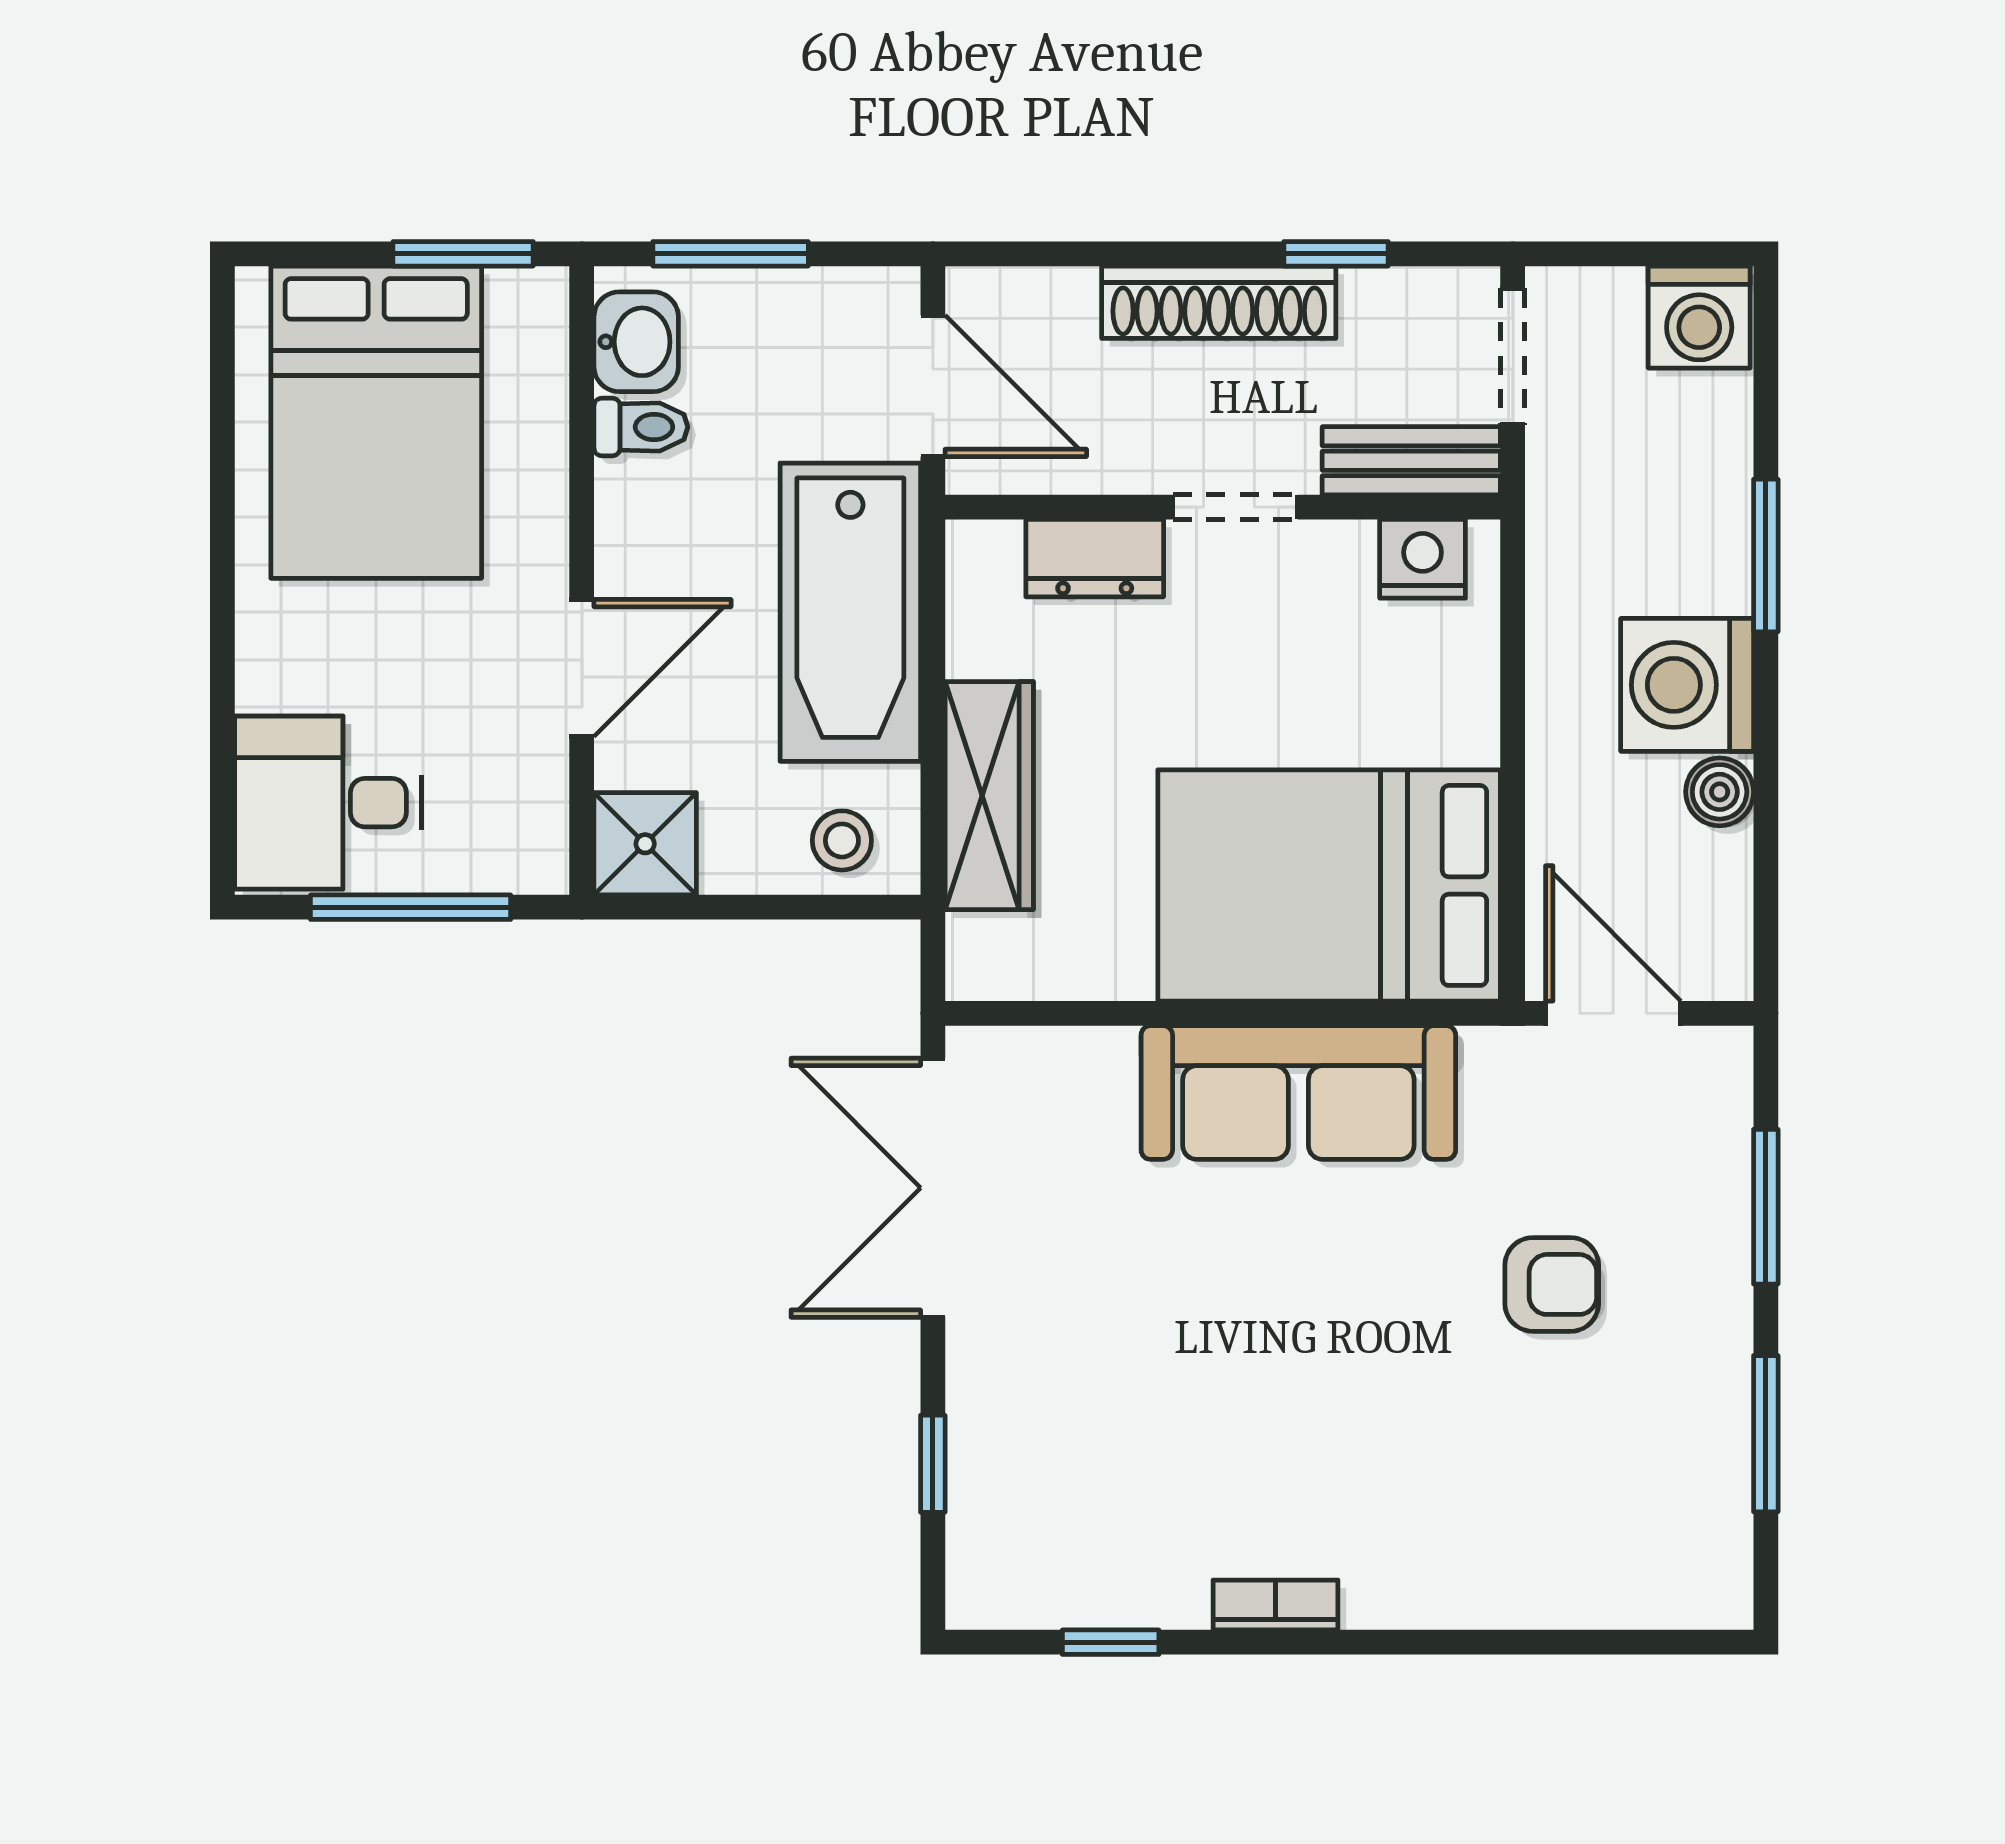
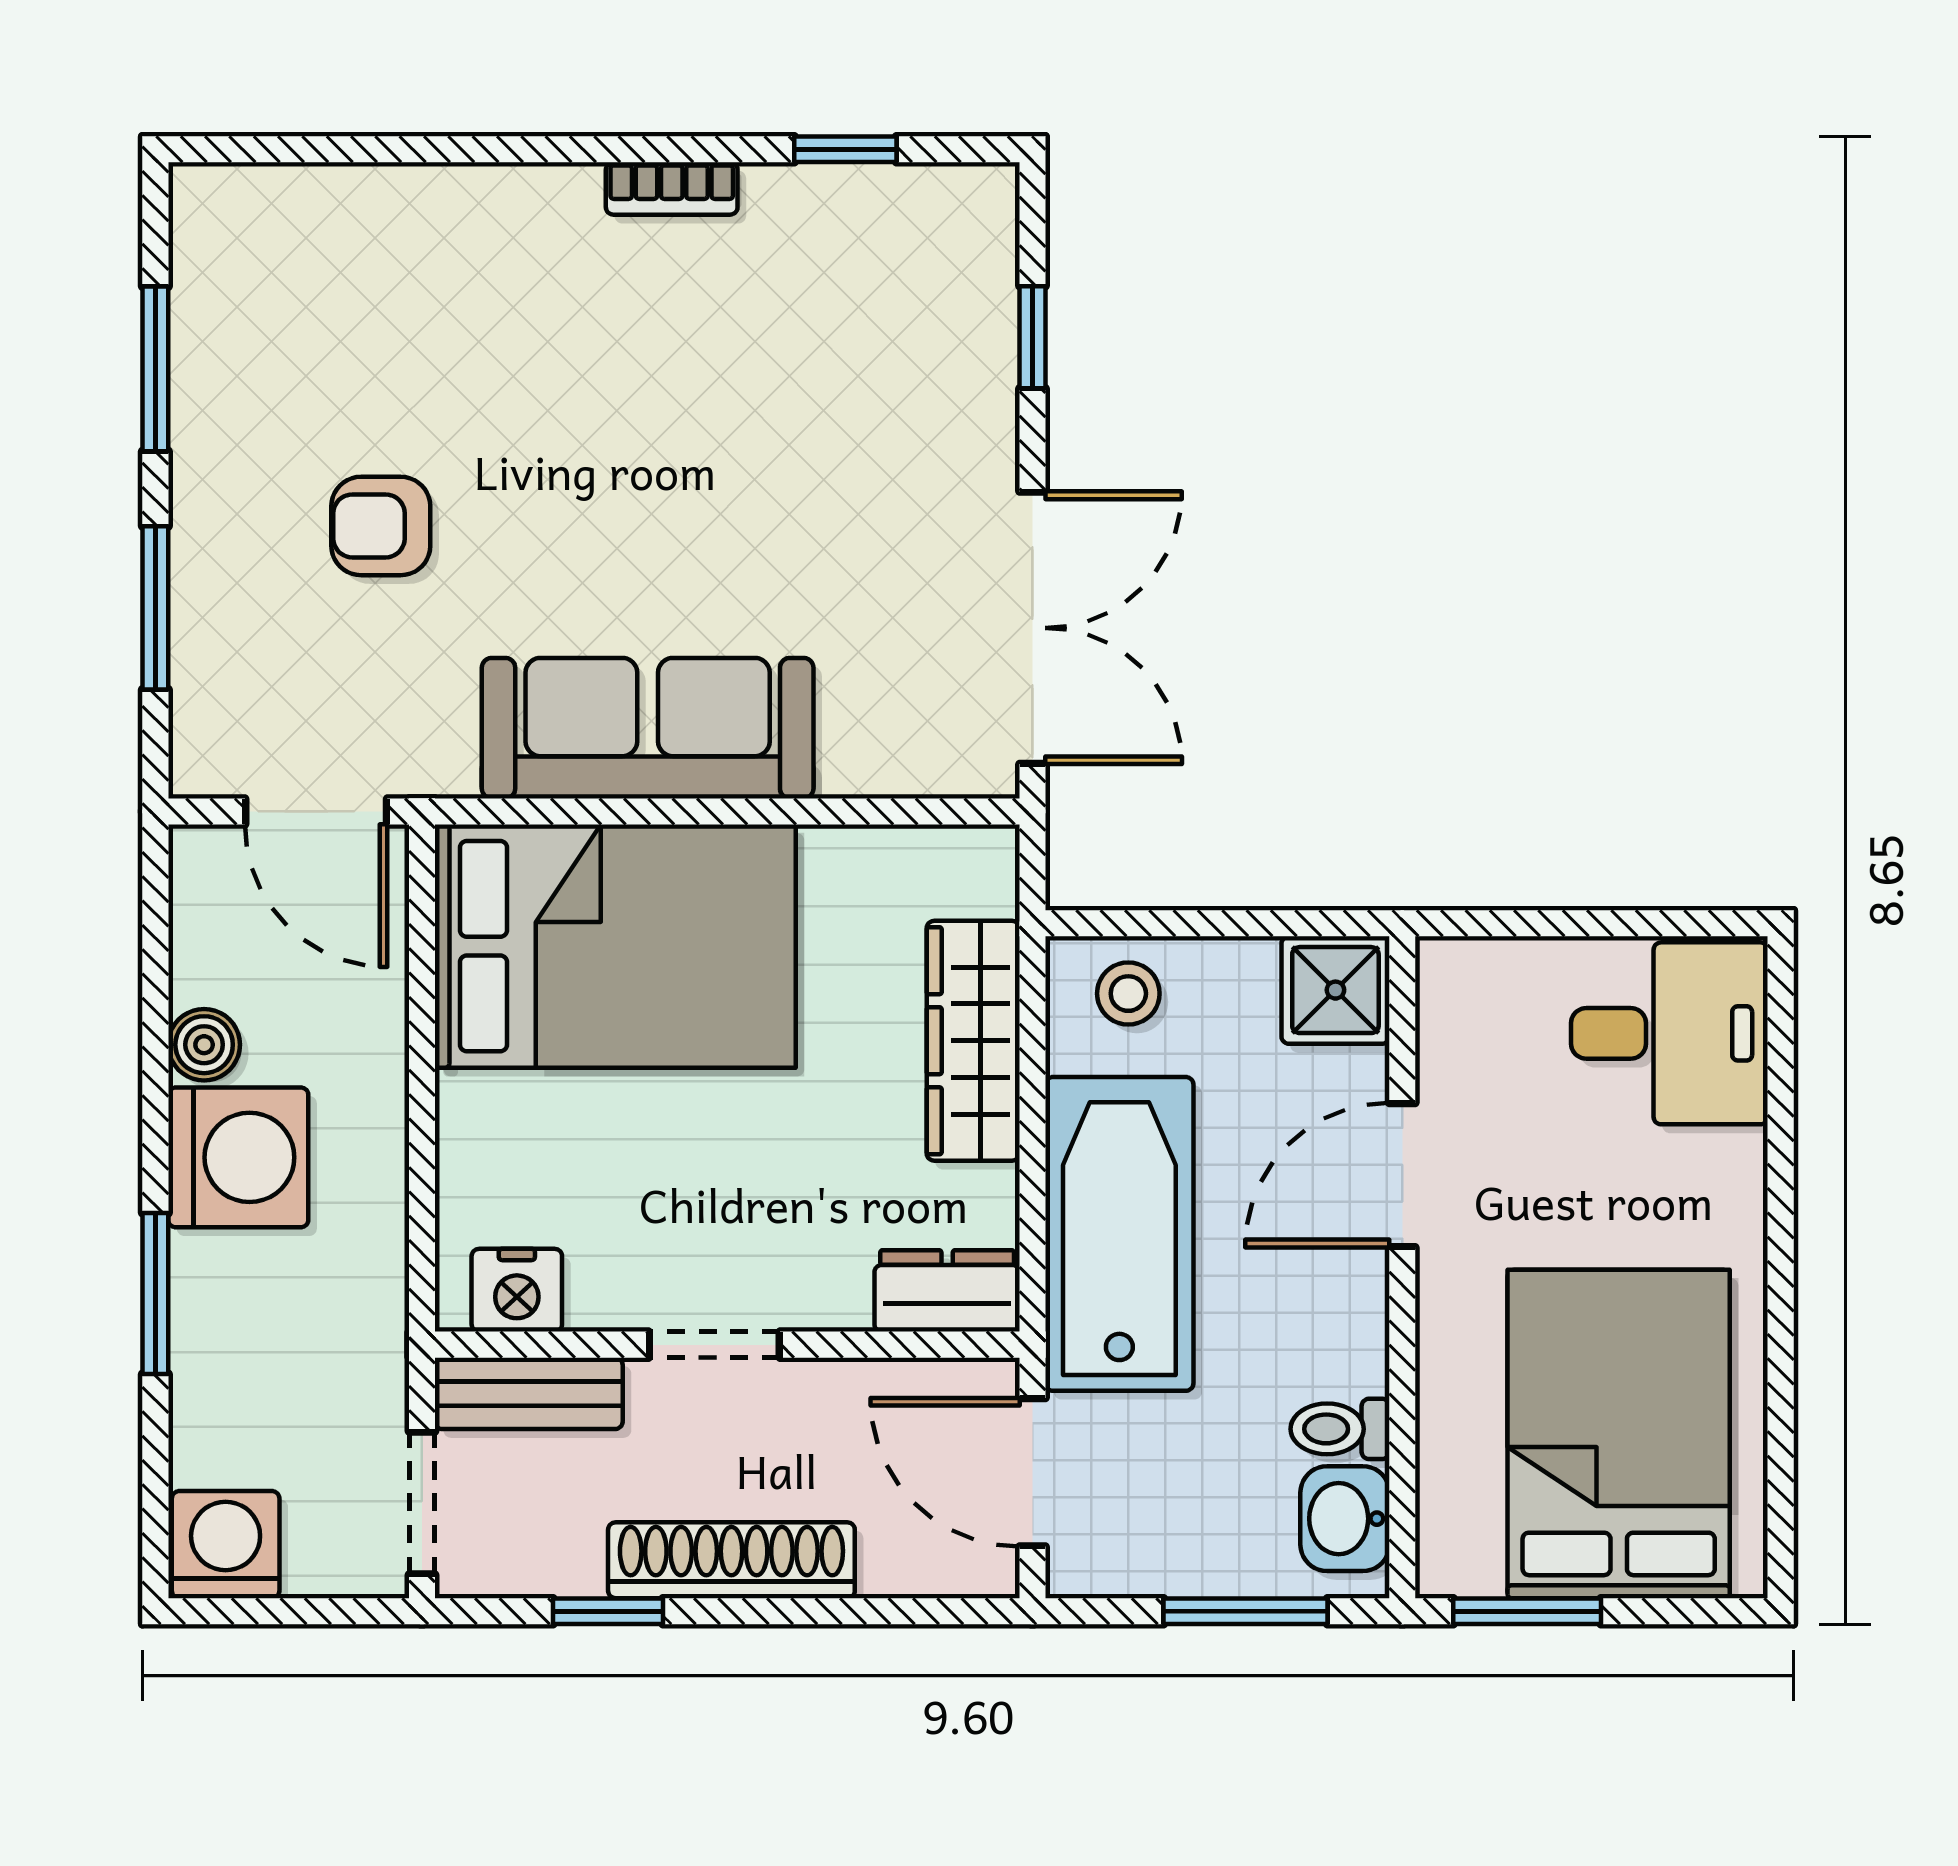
dresser: (1095, 558) -> (947, 1291), moved
window: (411, 907) -> (1582, 923), removed

